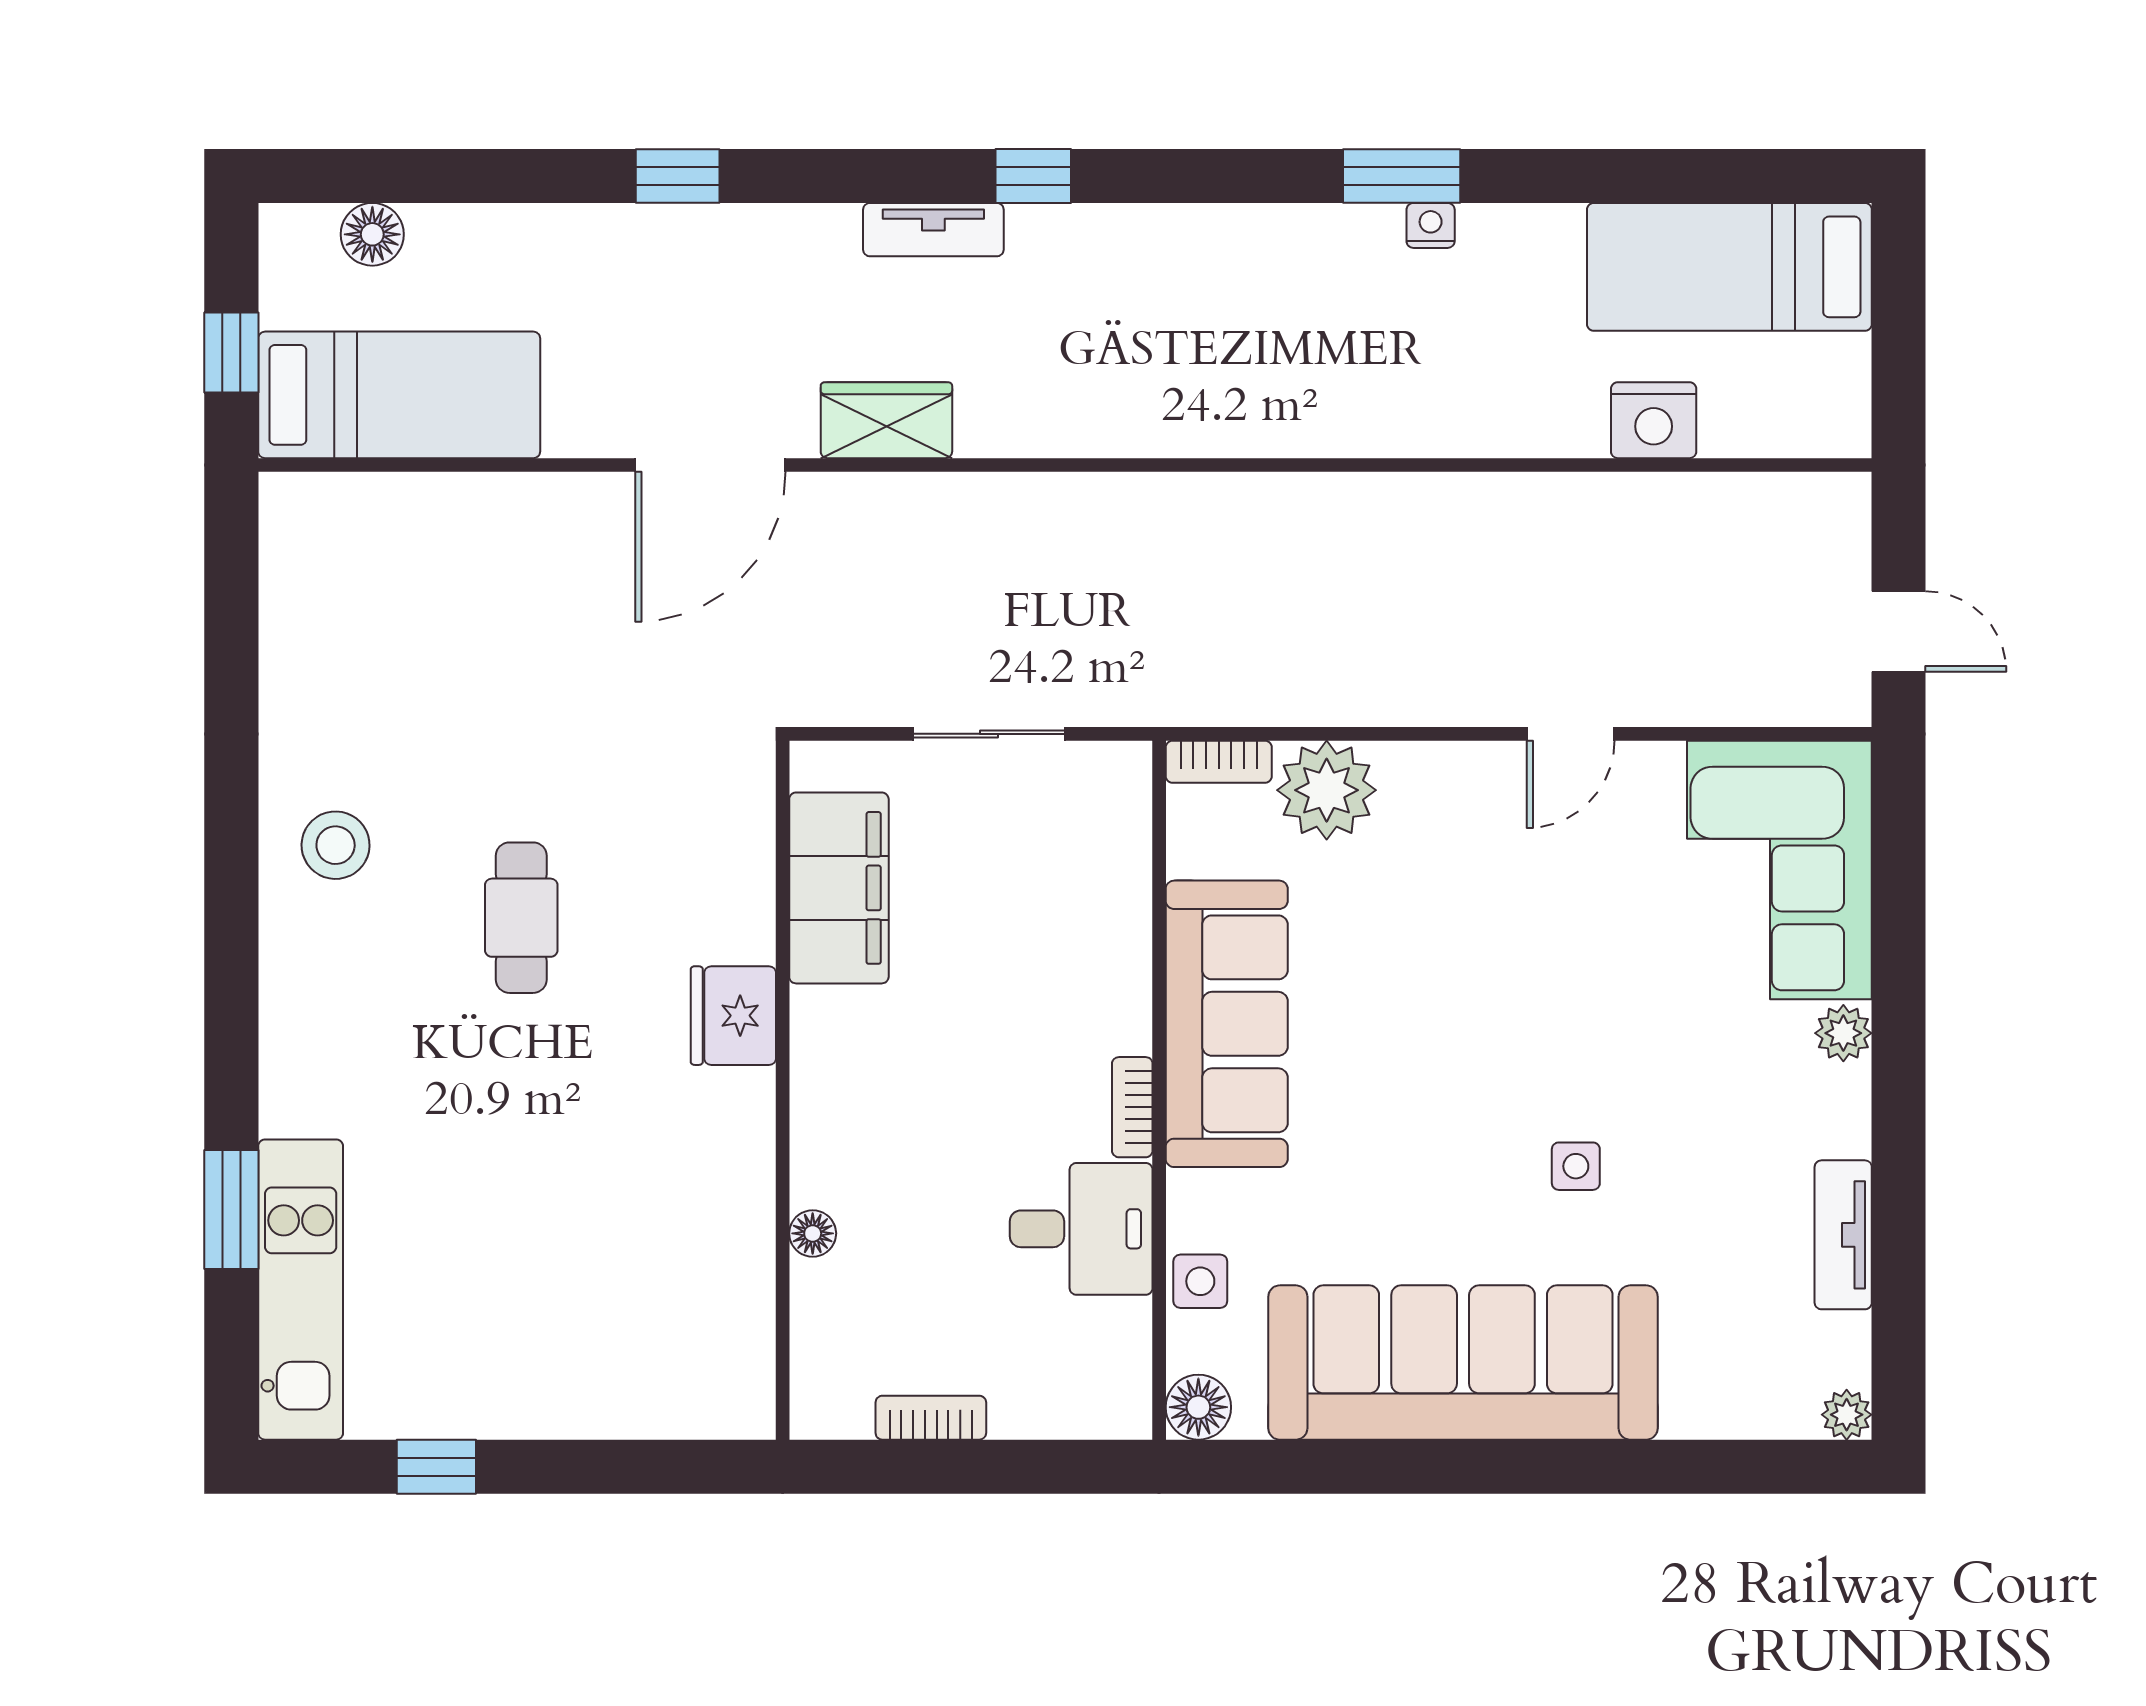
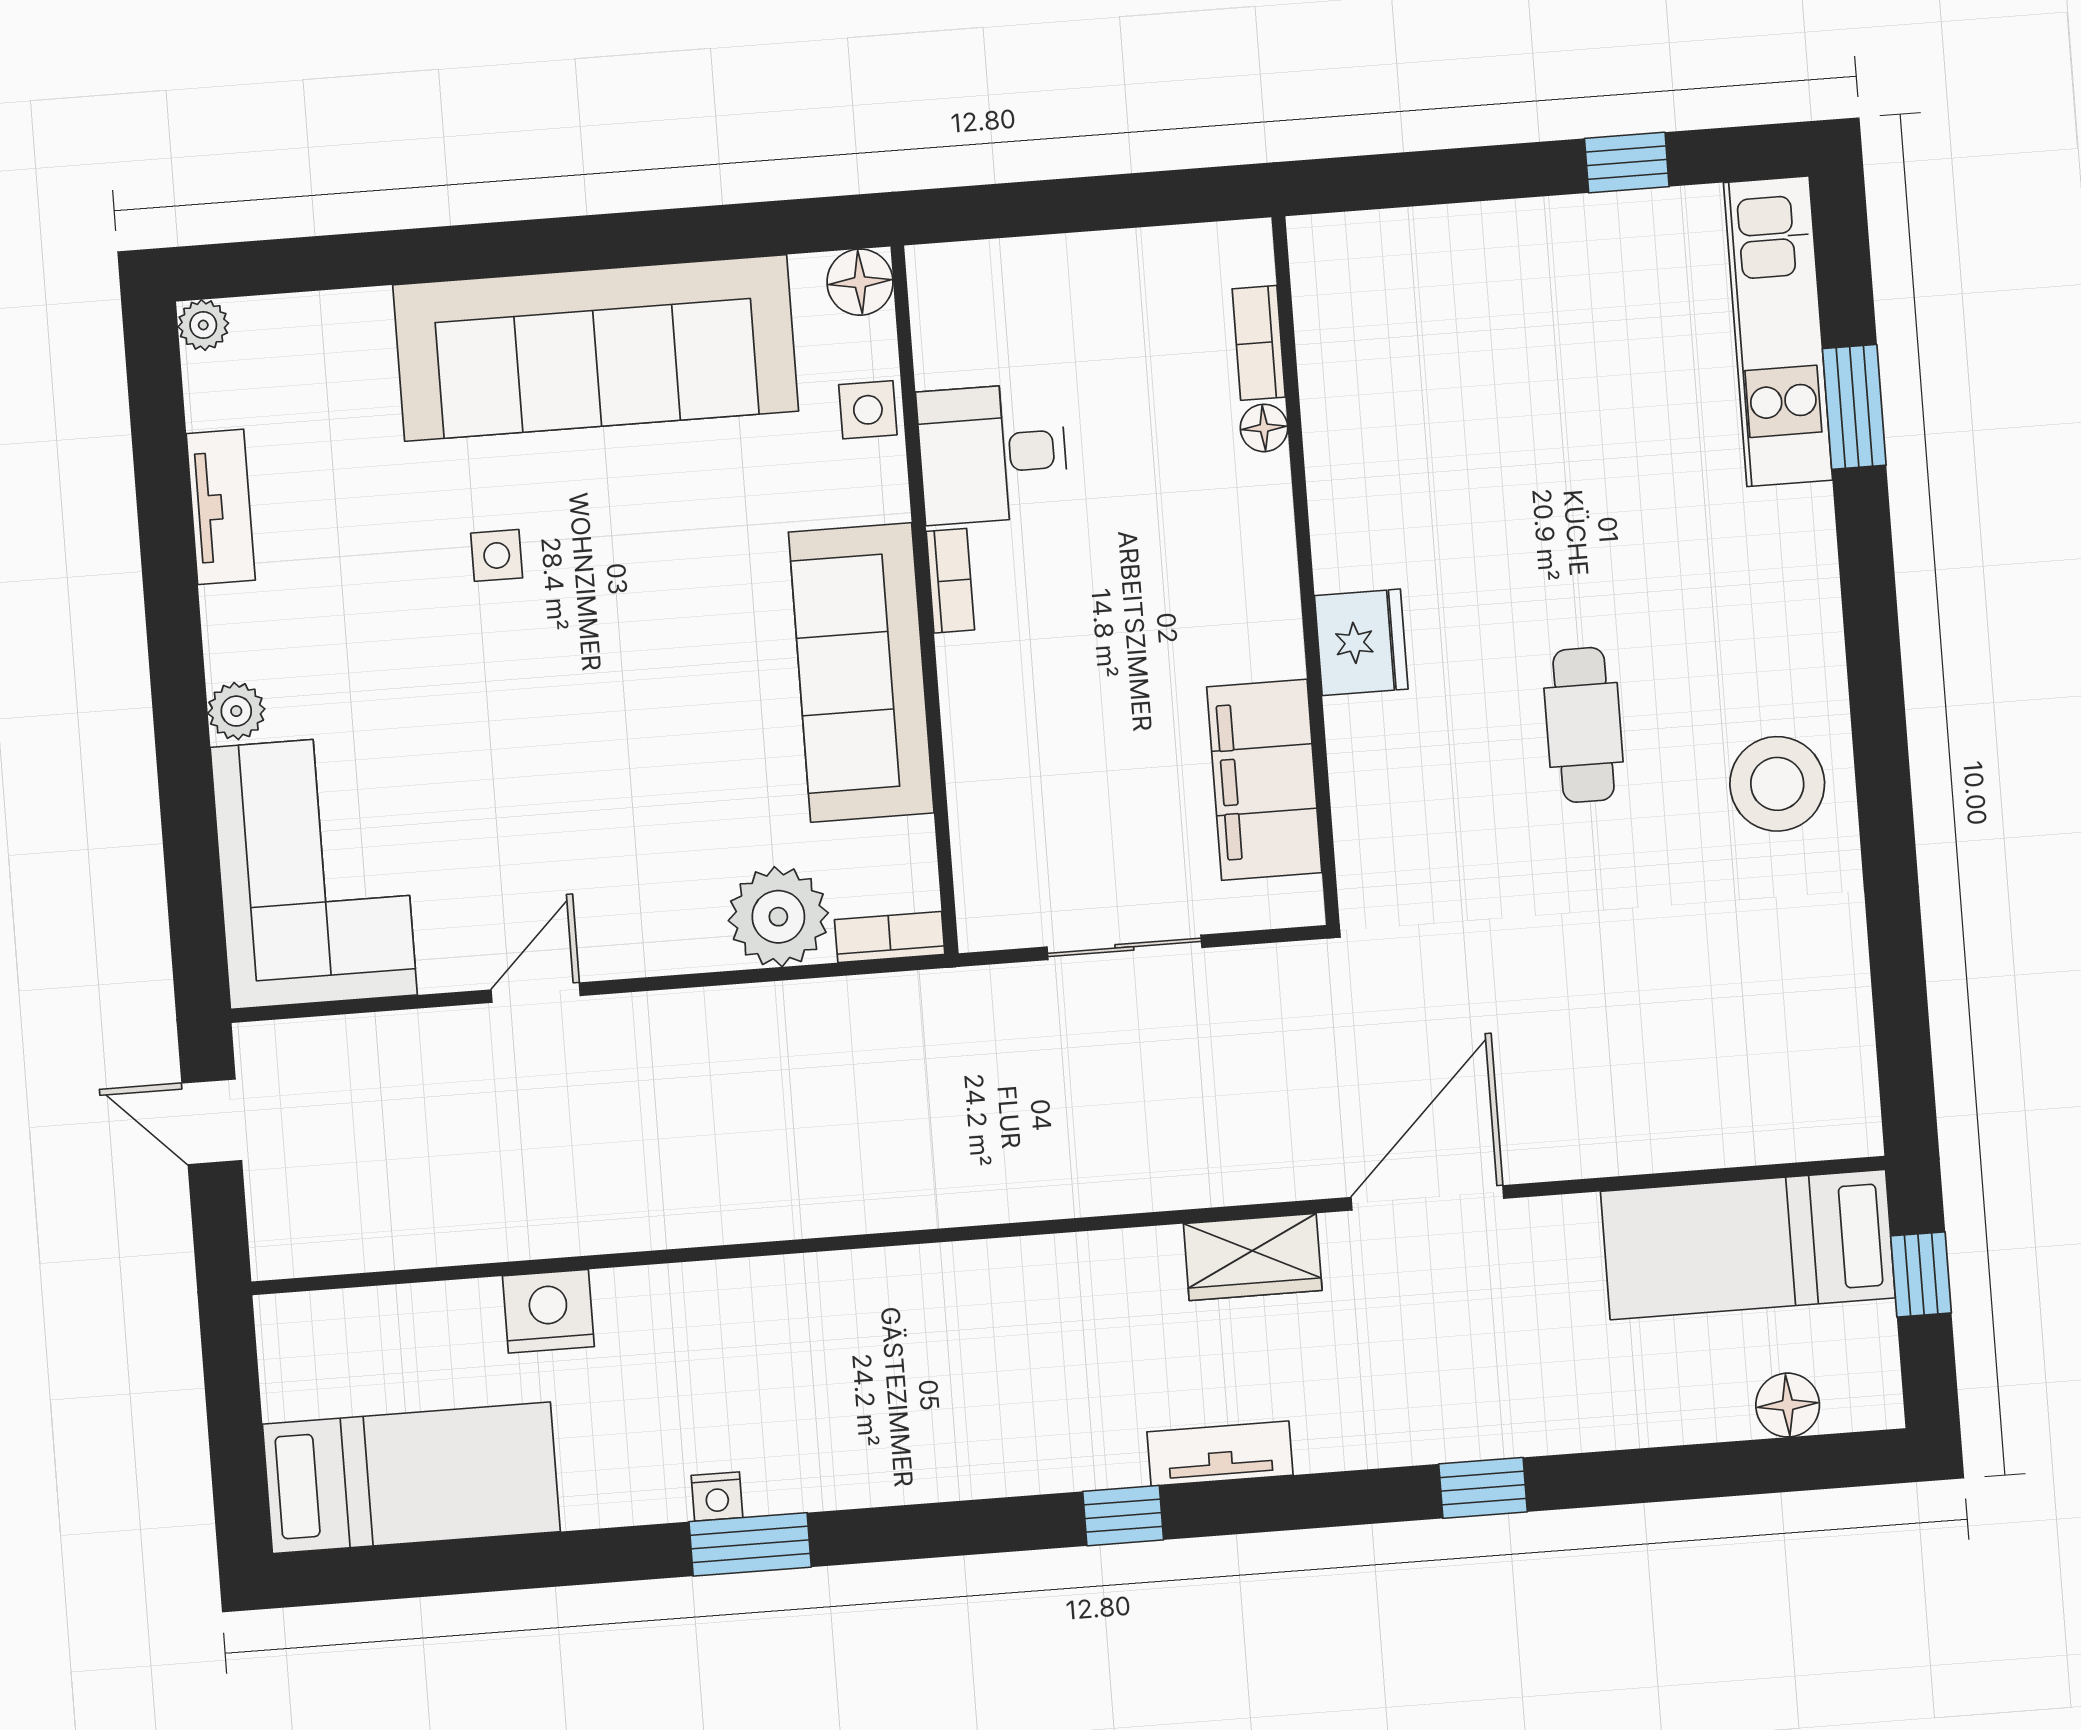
nightstand: (1654, 420) -> (548, 1311), moved
stool: (336, 845) -> (1777, 784), width x1.38, depth x1.38
bookcase: (931, 1418) -> (1259, 343), moved, turned 90

